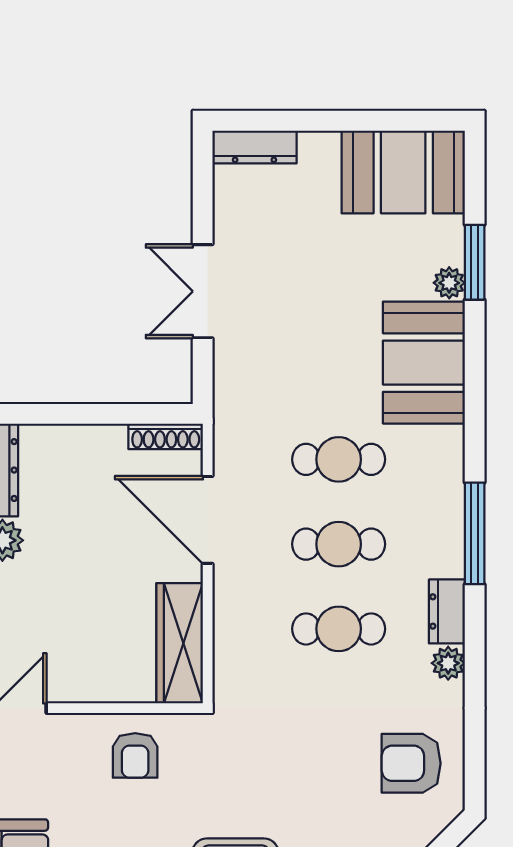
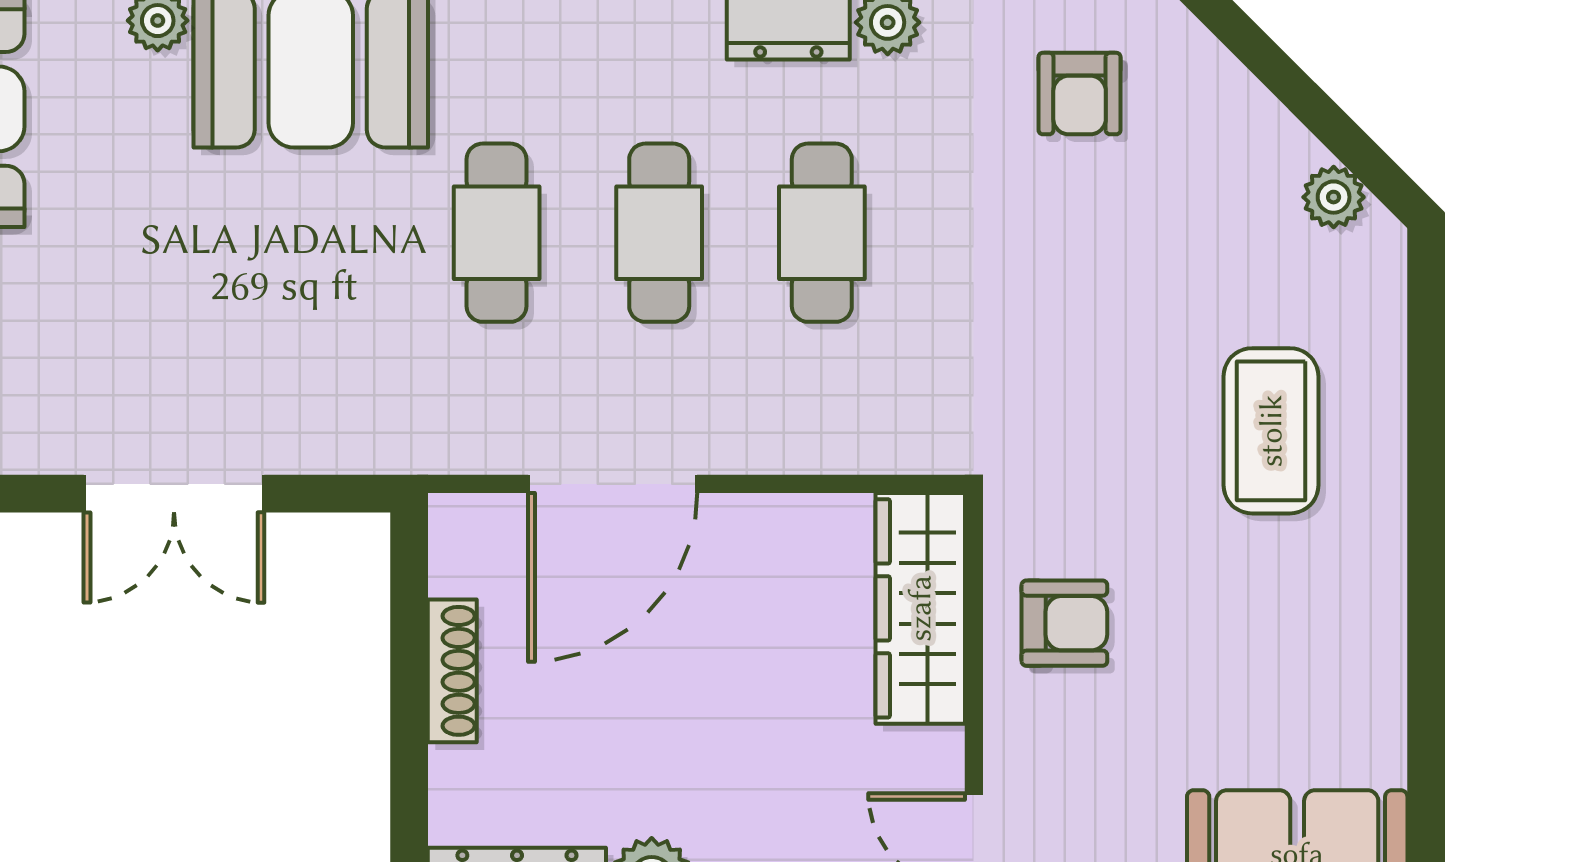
shoe rack: (166, 436) -> (452, 671), moved
wardrobe: (180, 643) -> (920, 608), moved, turned 90
armchair: (411, 763) -> (1080, 94), width x0.72, depth x0.72

